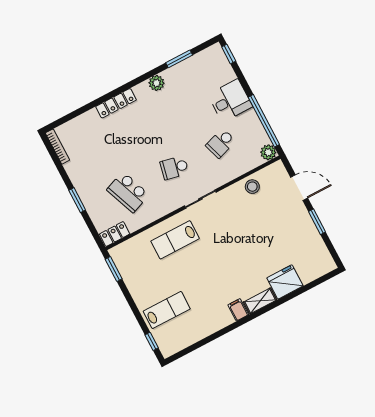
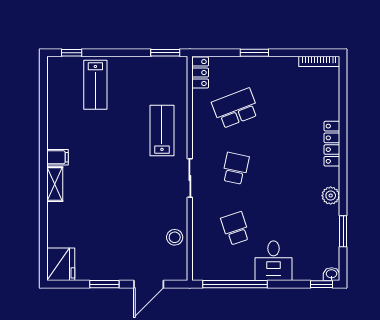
washbasin: (217, 50) -> (332, 274), added
plant: (268, 152) -> (201, 272), removed
fridge: (285, 282) -> (61, 264), moved

